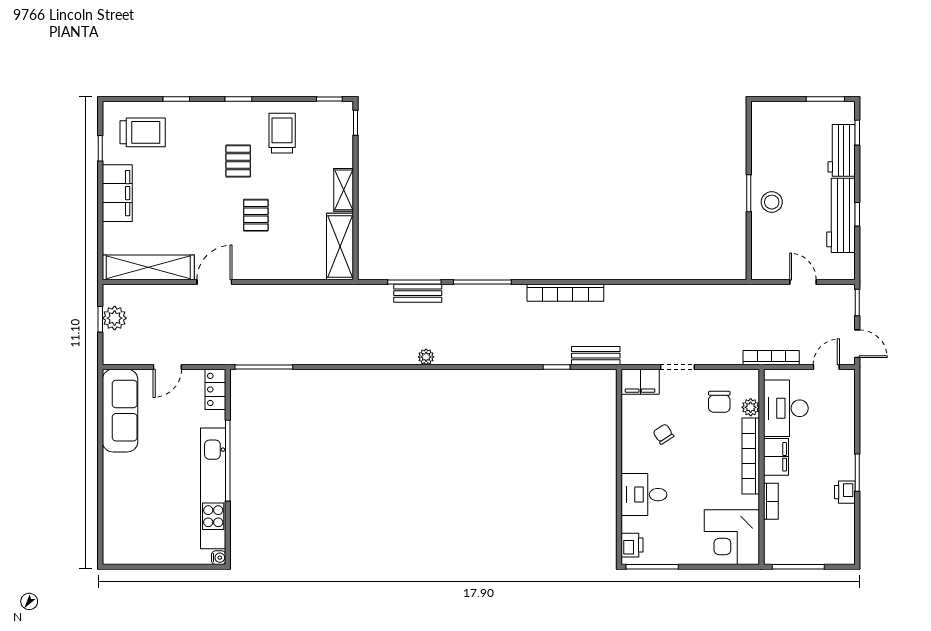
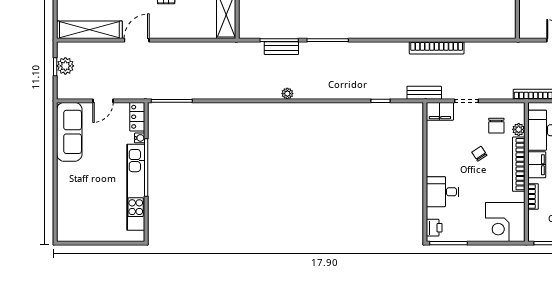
bookcase: (565, 293) -> (437, 48), moved
bench: (596, 356) -> (424, 93), moved
chair: (663, 434) -> (479, 154), moved
water cooler: (219, 558) -> (140, 138), moved

